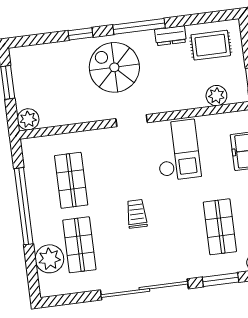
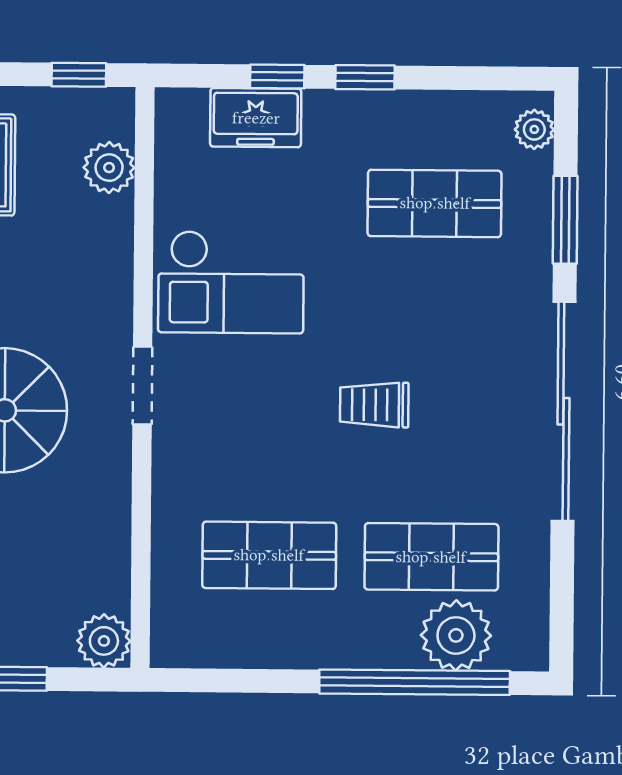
checkout: (178, 150) -> (231, 282), turned 180
window: (24, 206) -> (415, 682), moved

